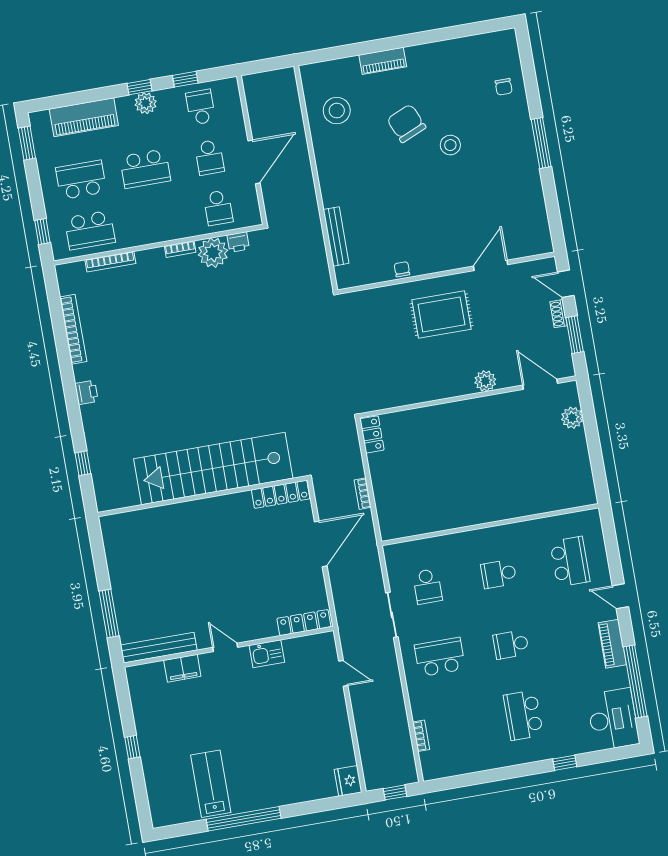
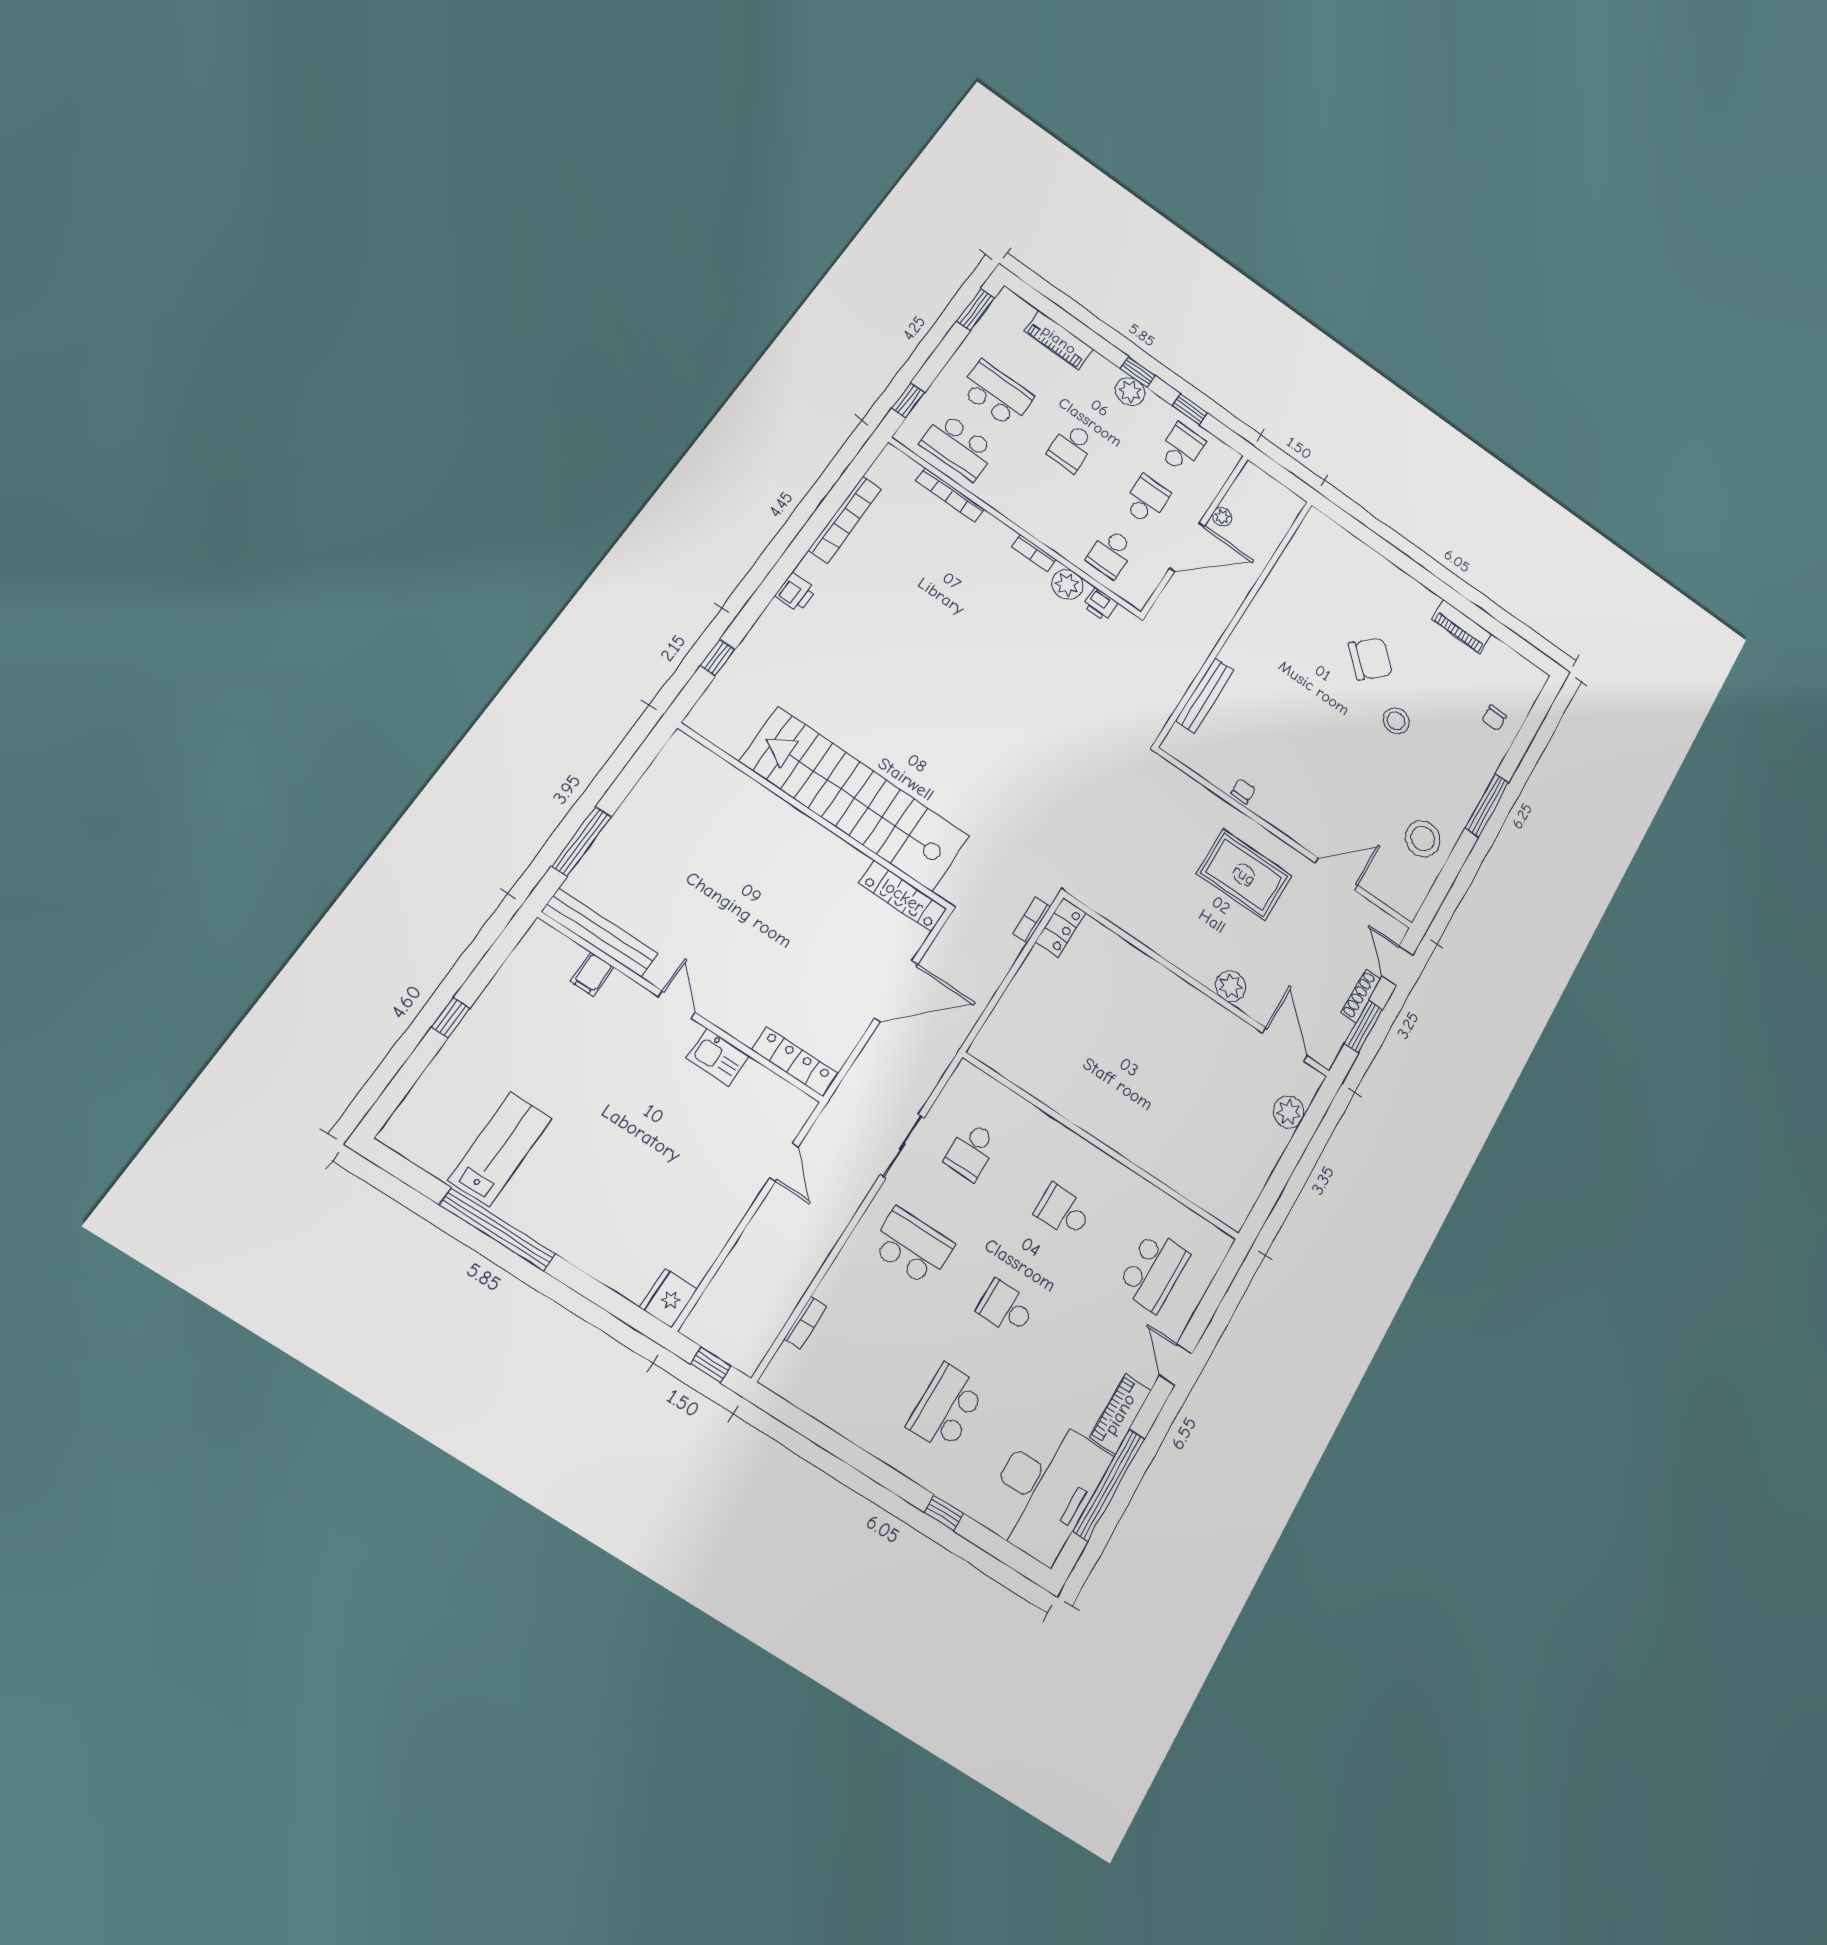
piano: (383, 61) -> (1462, 627), moved
stool: (337, 111) -> (1423, 839), moved
piano: (84, 117) -> (1059, 340), width x0.73, depth x0.75
chair: (406, 123) -> (1370, 659), turned 68
plant: (257, 124) -> (1222, 517), added
school desk: (209, 157) -> (1146, 500), turned 180
school desk: (145, 169) -> (1072, 447), width x0.54
plant: (213, 253) -> (1067, 585), width x0.73, depth x0.73
shoe rack: (559, 314) -> (1361, 996), width x1.43
bookcase: (363, 494) -> (1032, 920), moved
filing cabinet: (182, 668) -> (592, 974), width x0.50
desk: (613, 719) -> (1045, 1488), width x1.36, depth x1.30

